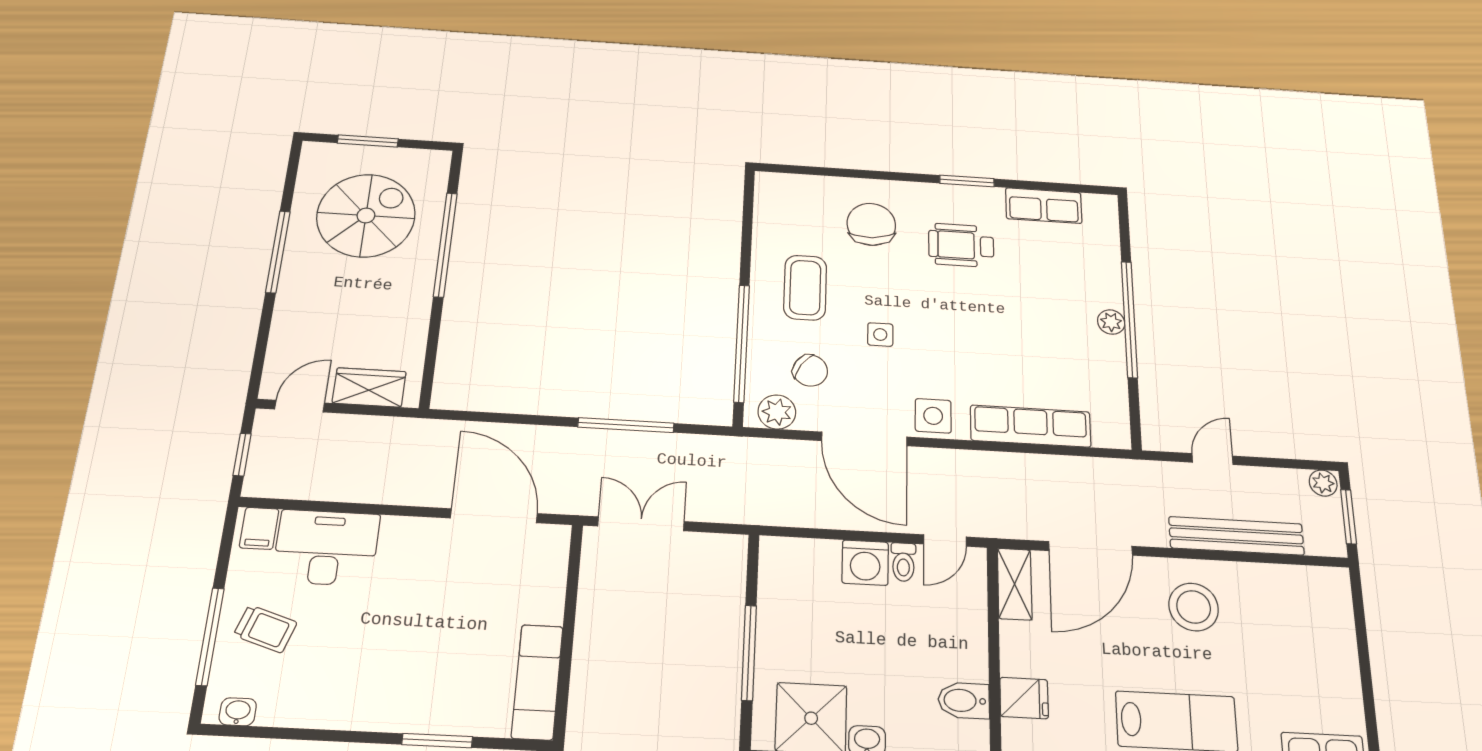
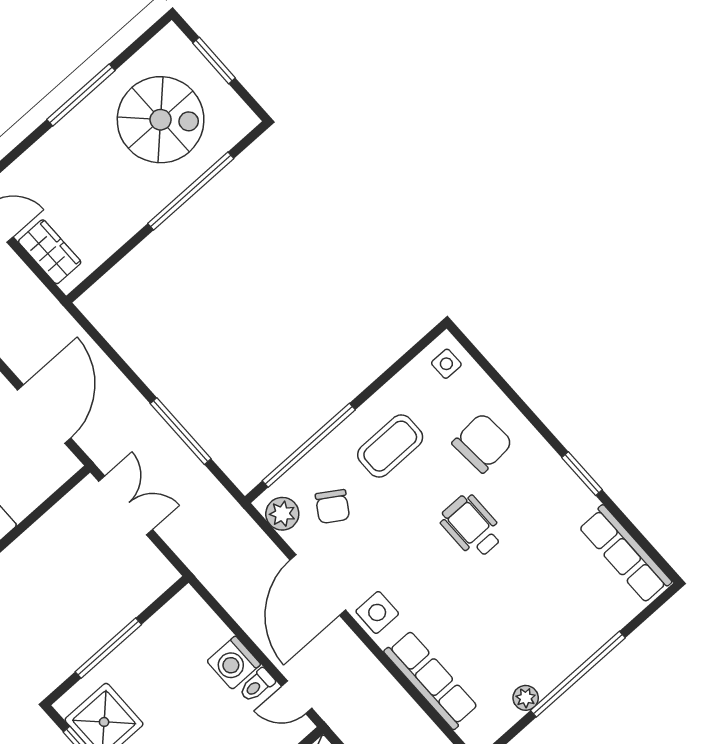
row of seats: (1044, 206) -> (625, 554), width x1.48
wheelchair: (961, 245) -> (472, 526), moved
plant: (1111, 322) -> (526, 698), moved
side table: (880, 335) -> (446, 364), moved

